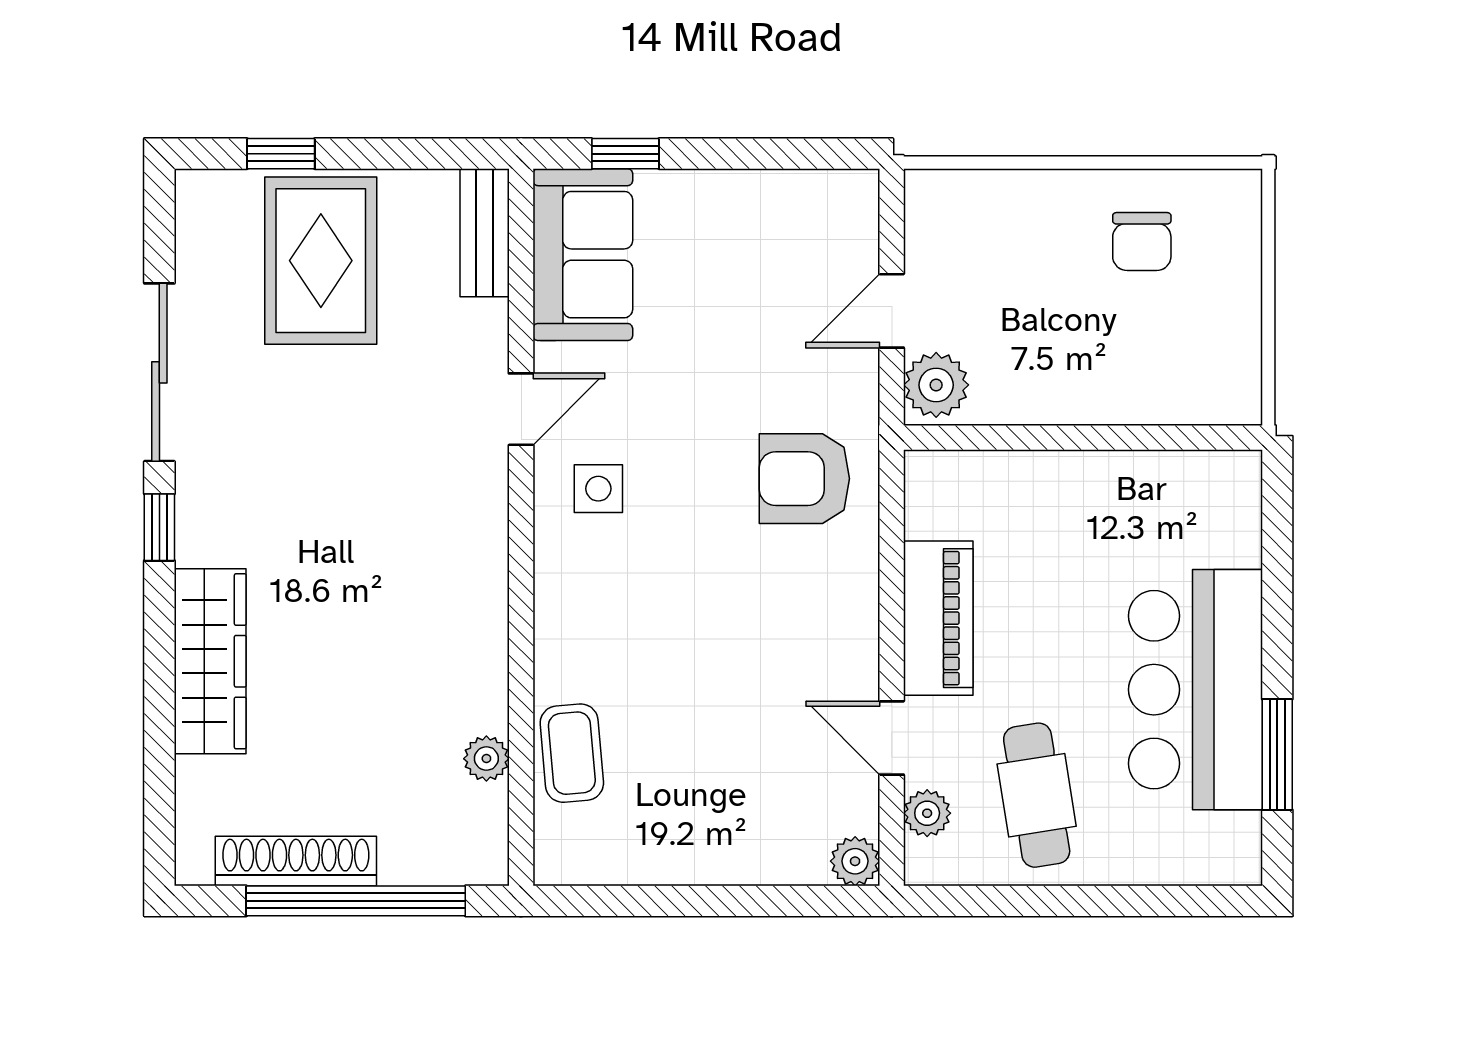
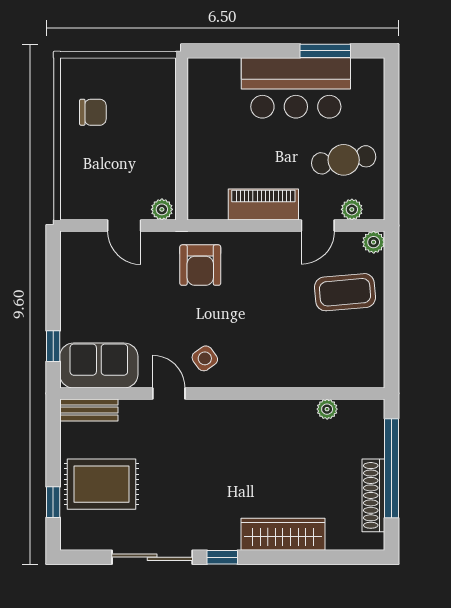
plant: (936, 385) -> (162, 209), width x0.73, depth x0.73
side table: (598, 489) -> (205, 358), turned -36
coffee table: (572, 753) -> (345, 292), moved, width x1.36, depth x1.30

